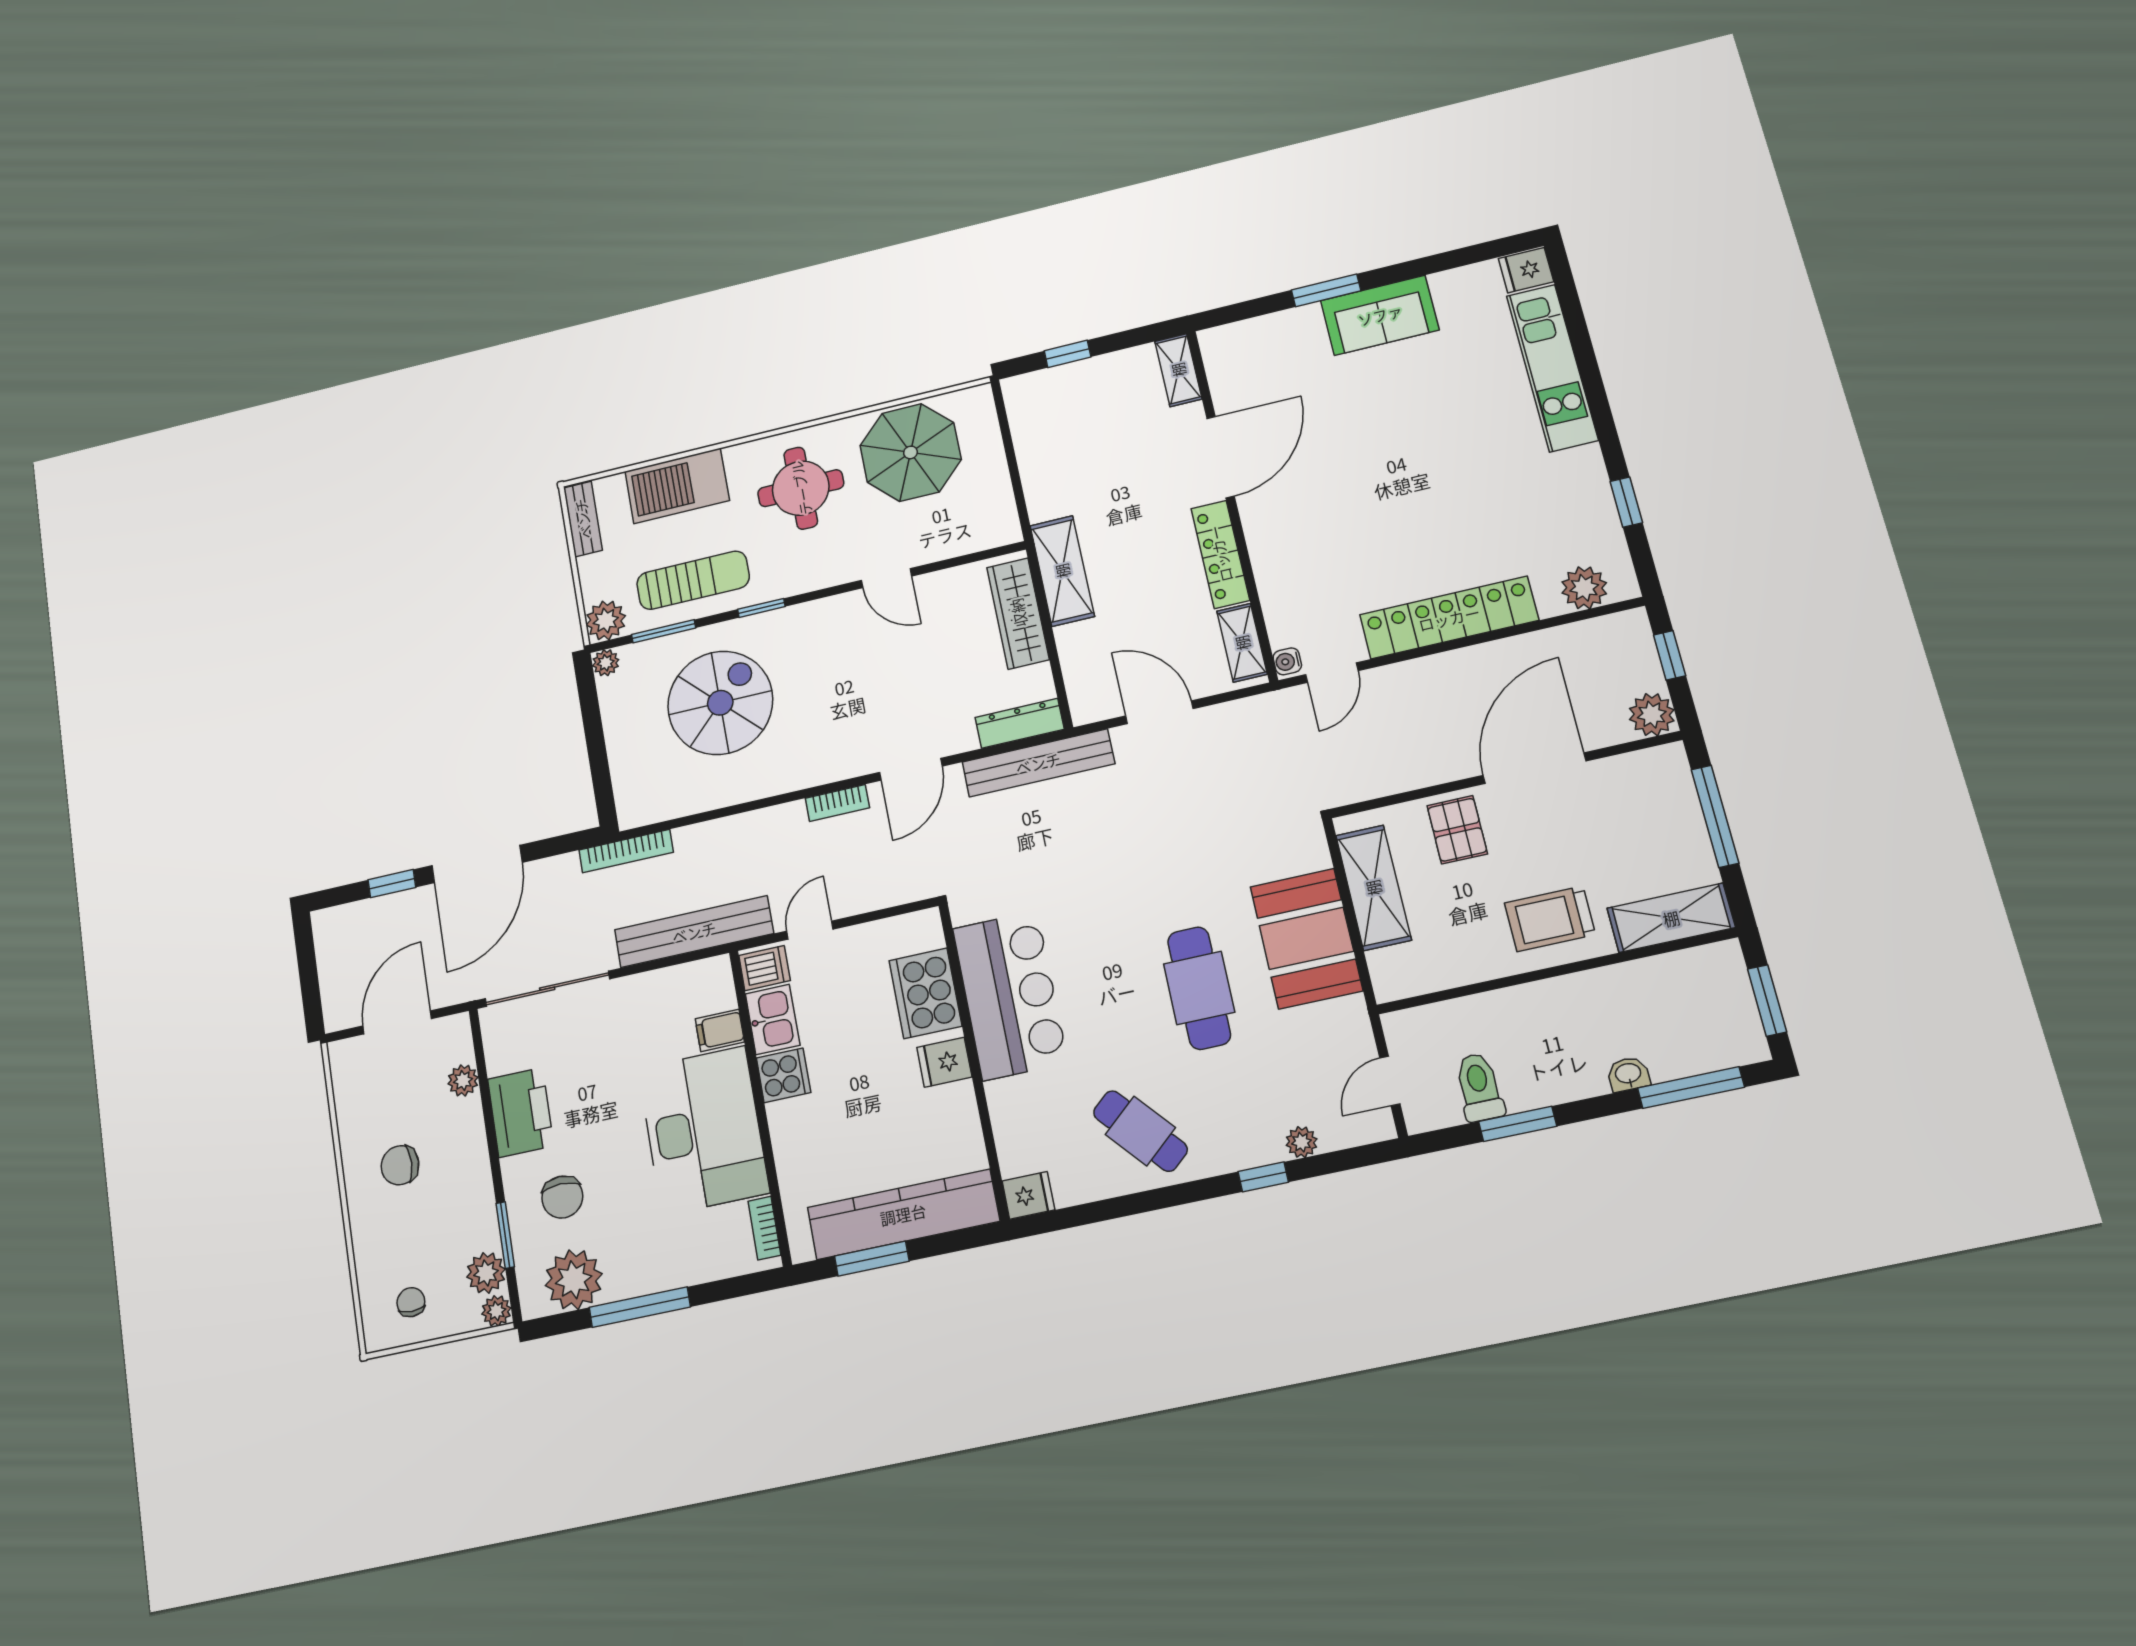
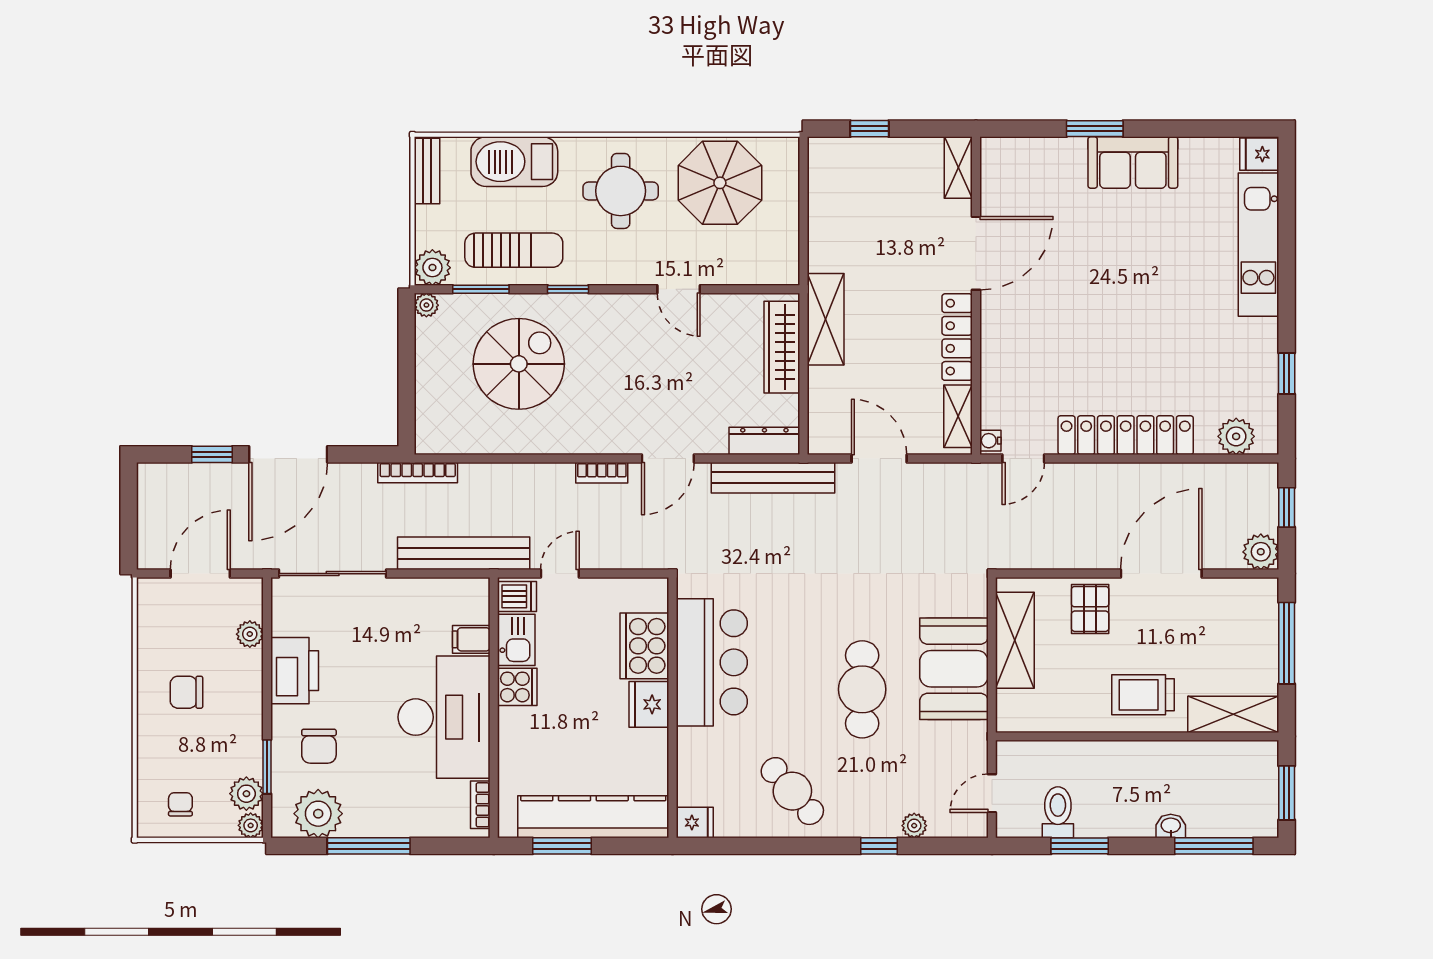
fridge: (944, 1062) -> (649, 704), width x1.38

